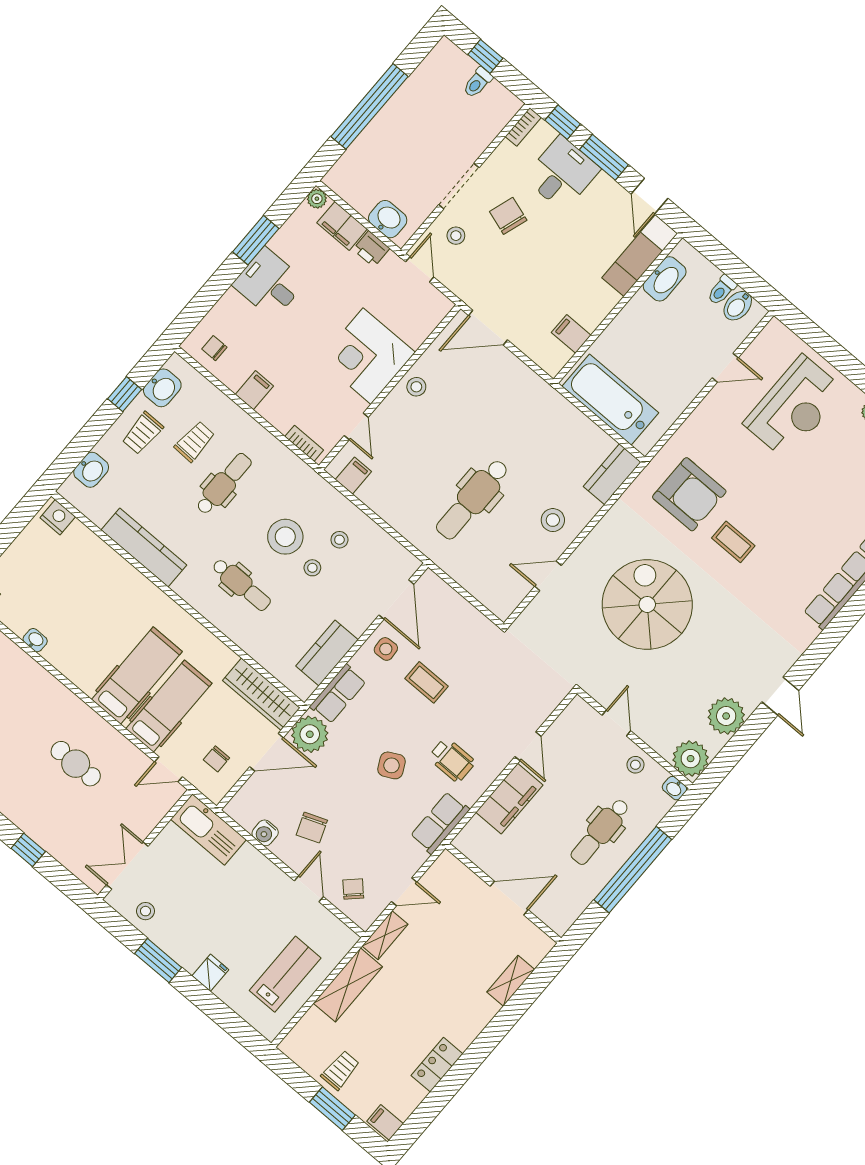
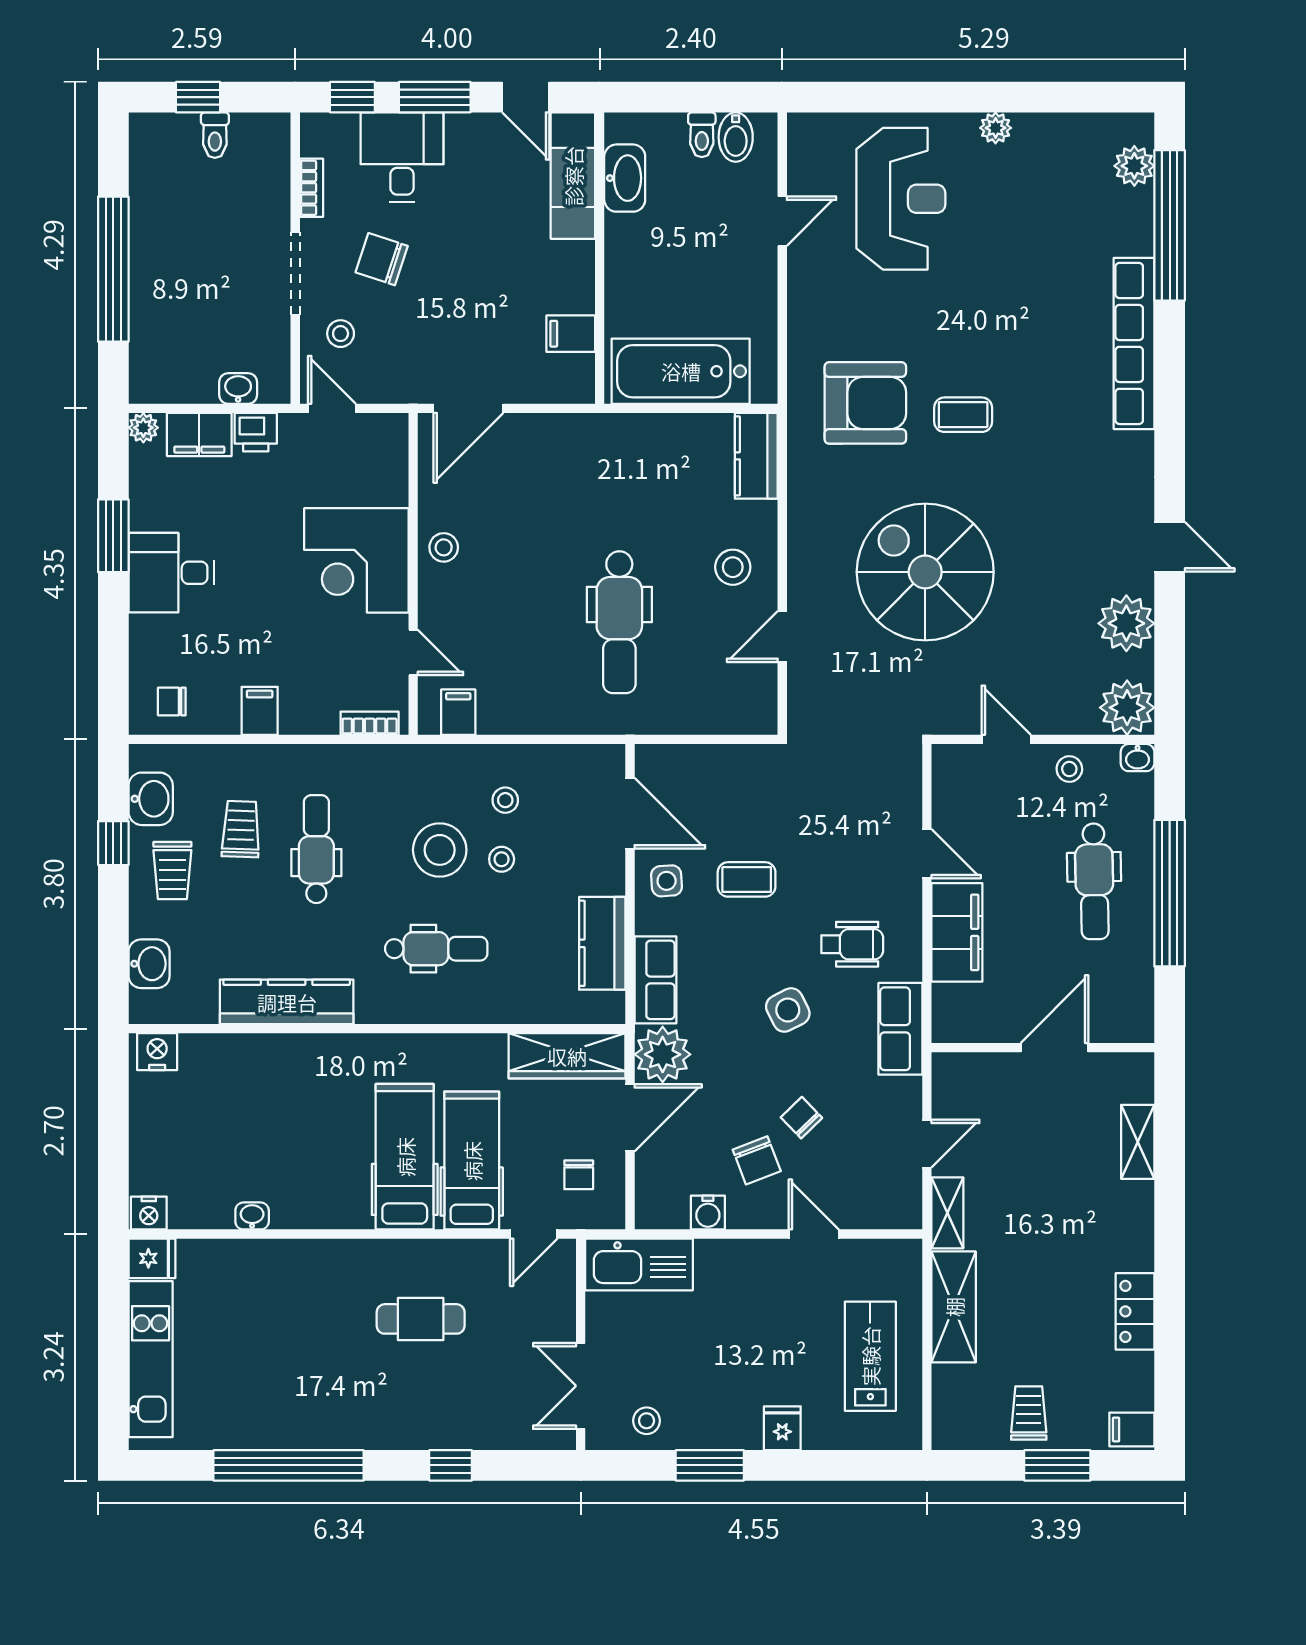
bookcase: (523, 127) -> (311, 188), moved
washbasin: (388, 219) -> (238, 388), width x0.72, depth x0.69
chair: (353, 889) -> (801, 1118), moved

